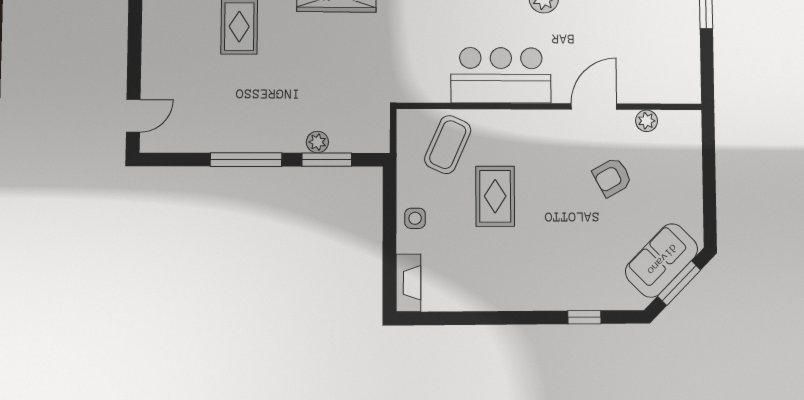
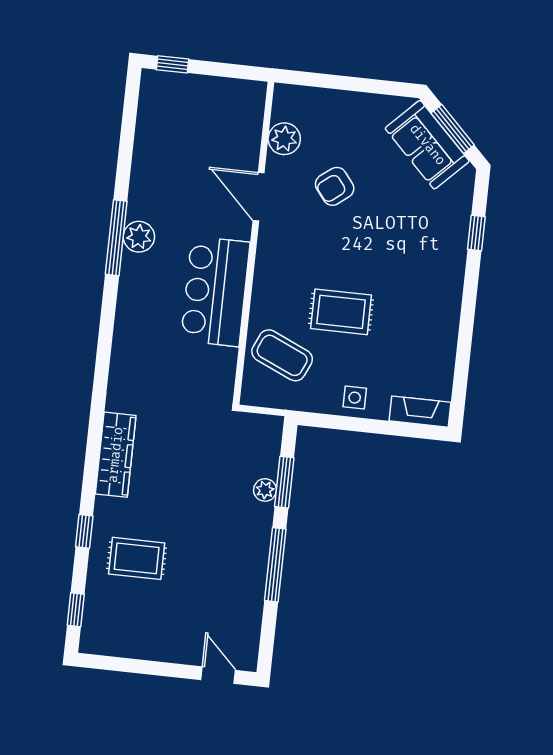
plant: (647, 121) -> (284, 139), width x1.38, depth x1.38
armchair: (612, 177) -> (335, 186), turned 81

